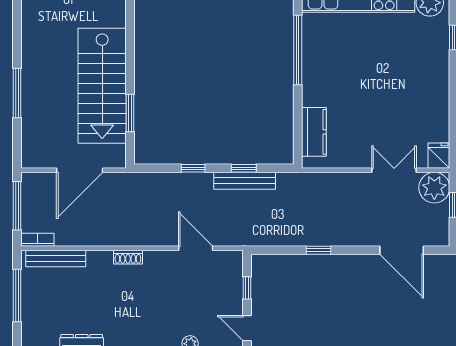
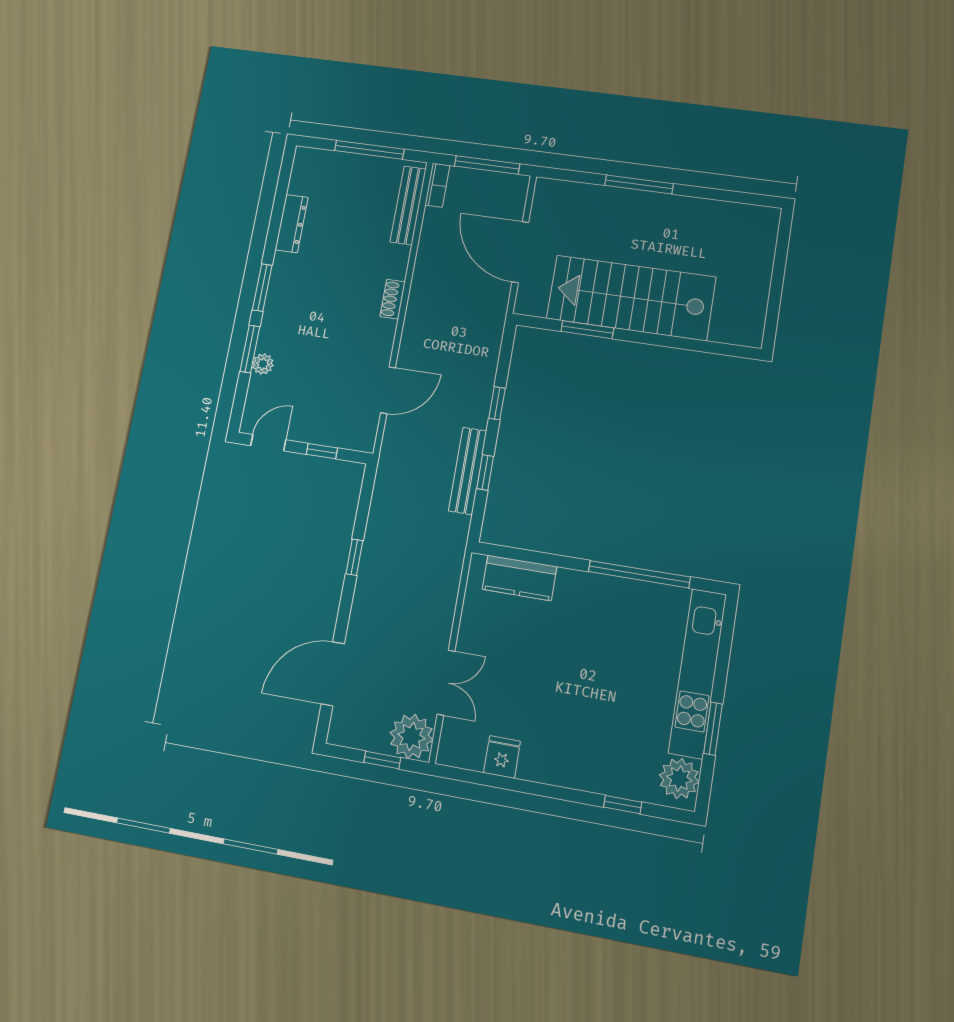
fridge: (439, 156) -> (502, 757), moved, turned -90

